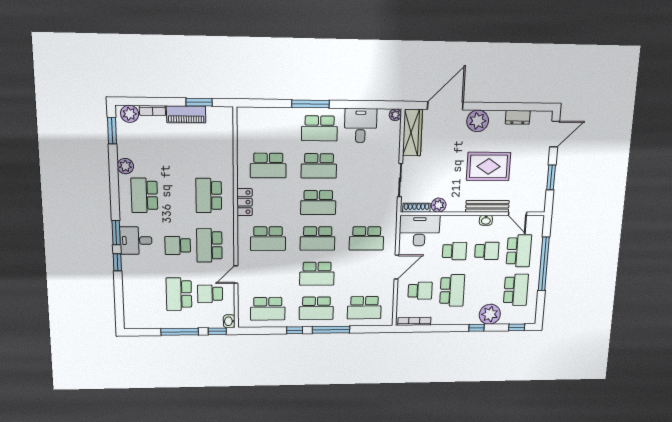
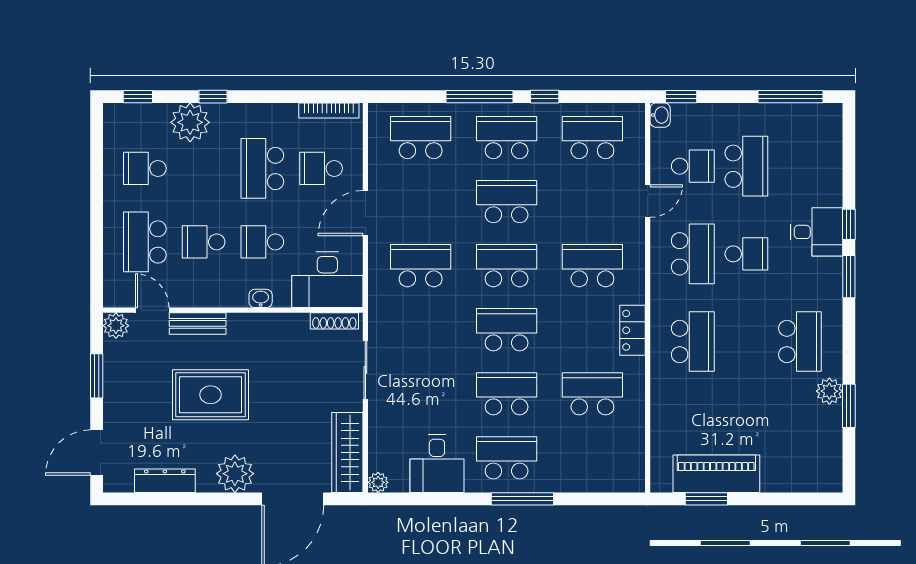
bookcase: (152, 110) -> (782, 484), removed
plant: (130, 114) -> (820, 478), removed
piano: (186, 114) -> (716, 474), width x1.37, depth x1.33
dresser: (518, 117) -> (165, 481), width x1.44
window: (112, 131) -> (849, 406), moved
plant: (439, 205) -> (116, 326), moved
bench: (487, 206) -> (198, 323), width x0.73
washbasin: (486, 220) -> (261, 298), moved
desk: (136, 241) -> (816, 232), moved
window: (544, 264) -> (97, 217), removed
school desk: (516, 290) -> (145, 168), width x0.54
window: (180, 332) -> (791, 97), moved

